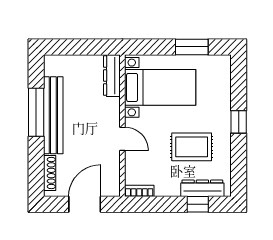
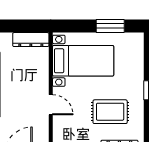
dresser: (112, 76) -> (31, 40), moved, turned -90

